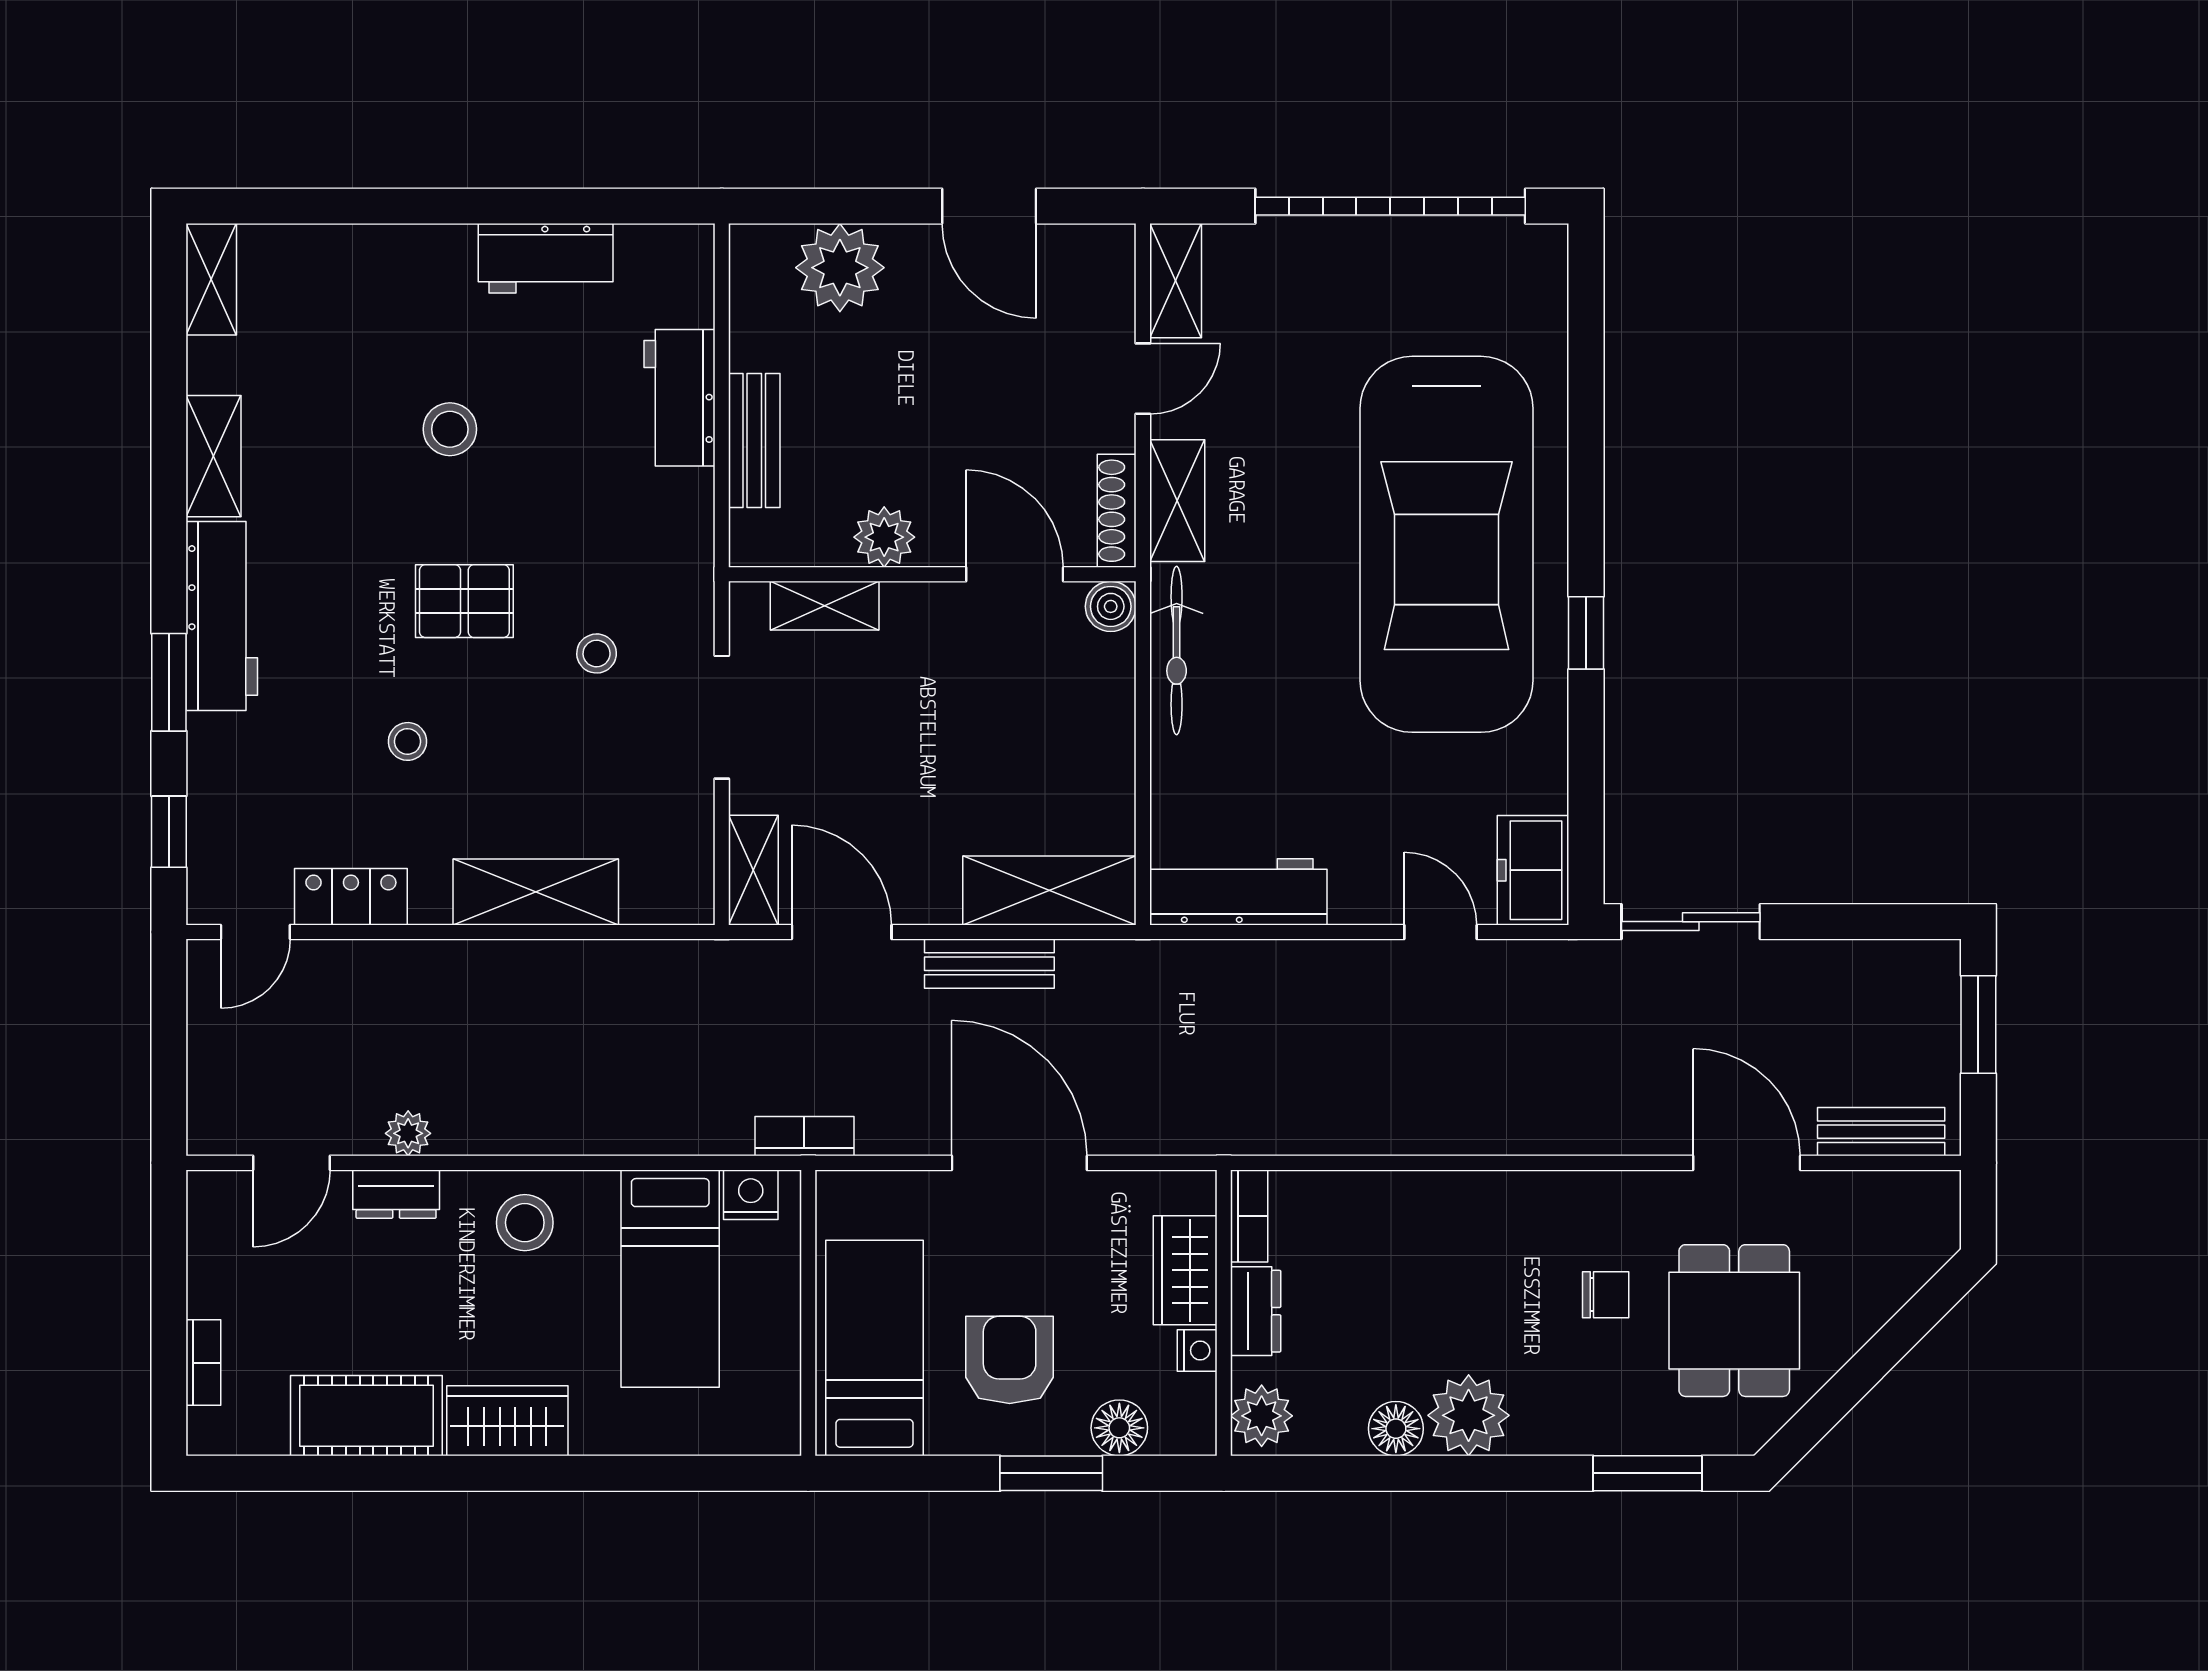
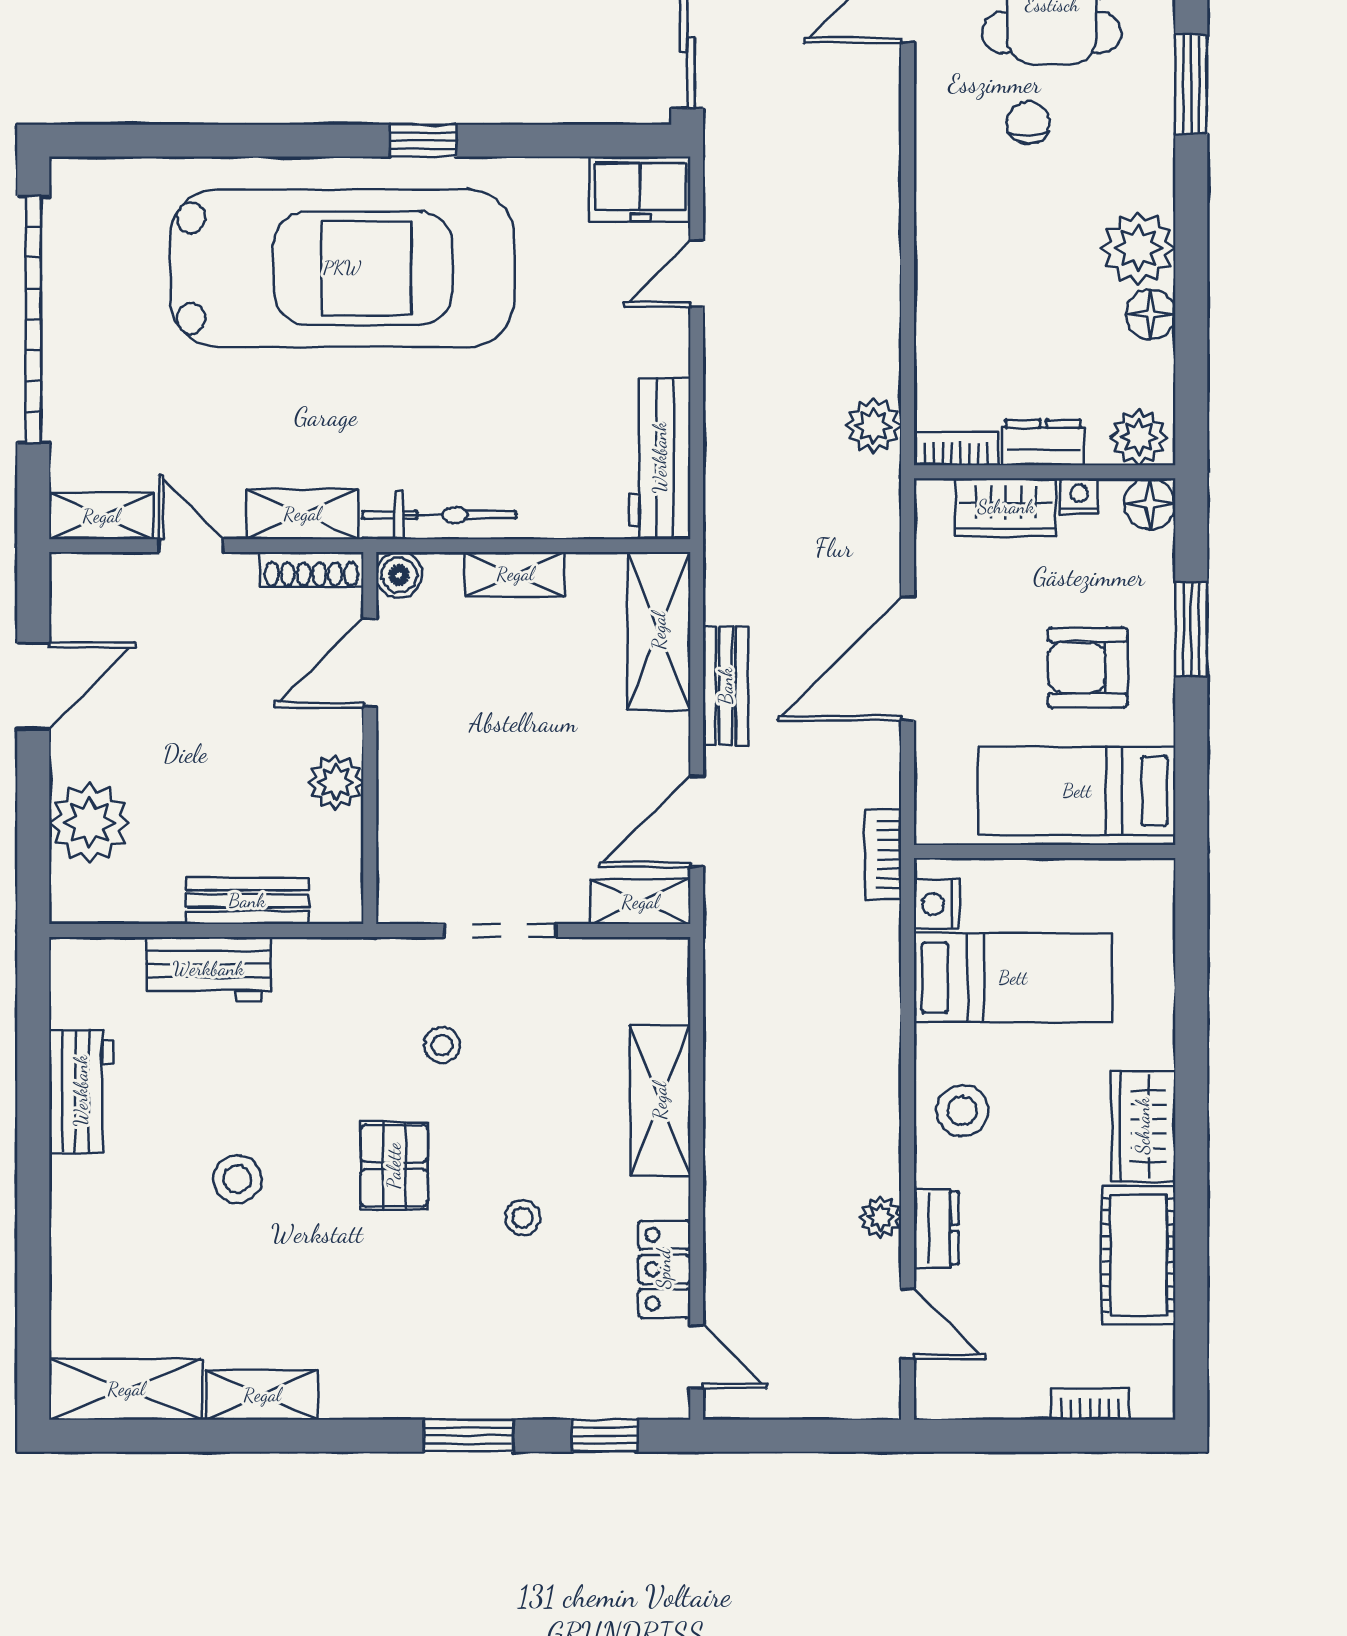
shelving: (211, 279) -> (126, 1389), width x1.50, depth x1.33
shelving: (825, 606) -> (515, 574), moved, turned 90
workbench: (222, 616) -> (408, 1387), removed
plant: (1274, 1125) -> (873, 426), added
floor lamp: (1119, 1428) -> (1150, 504), moved

